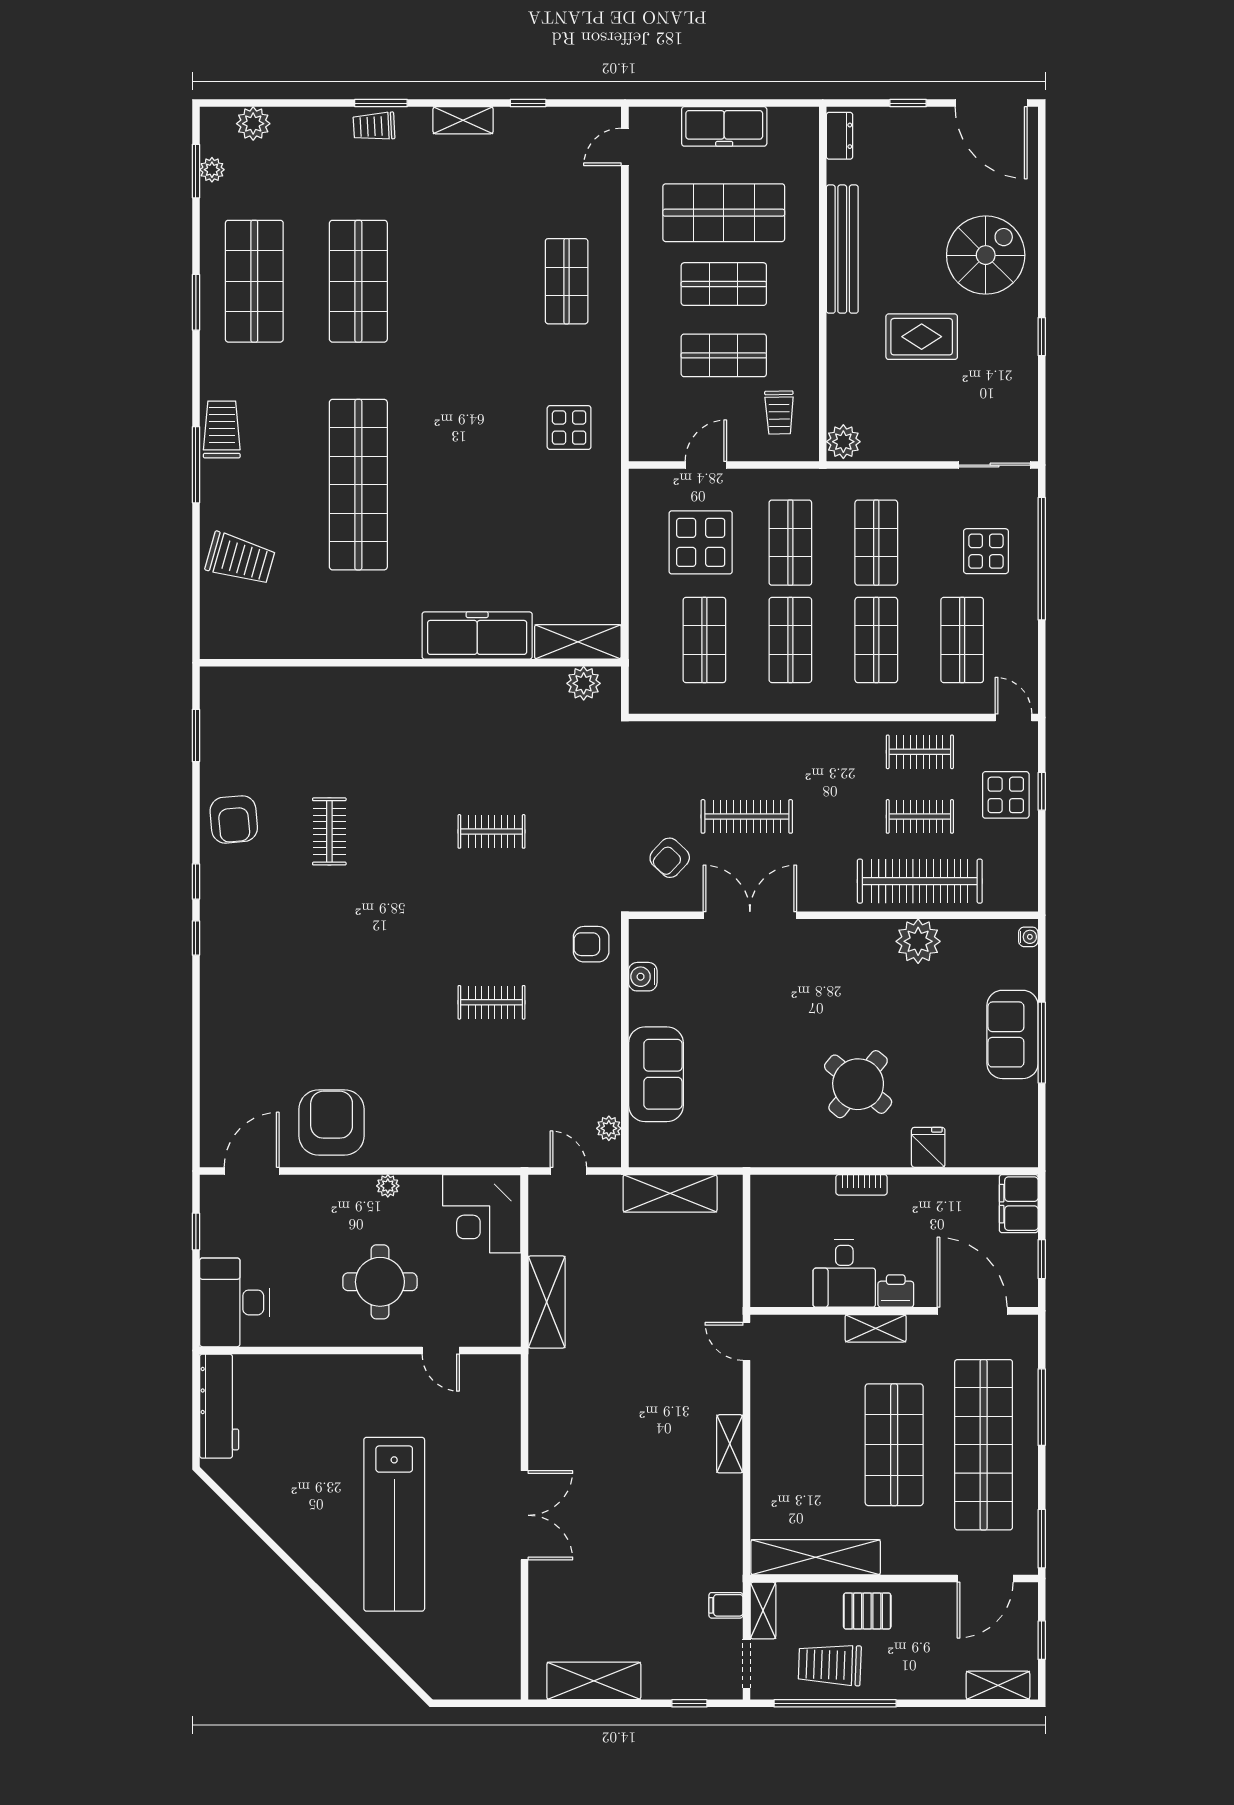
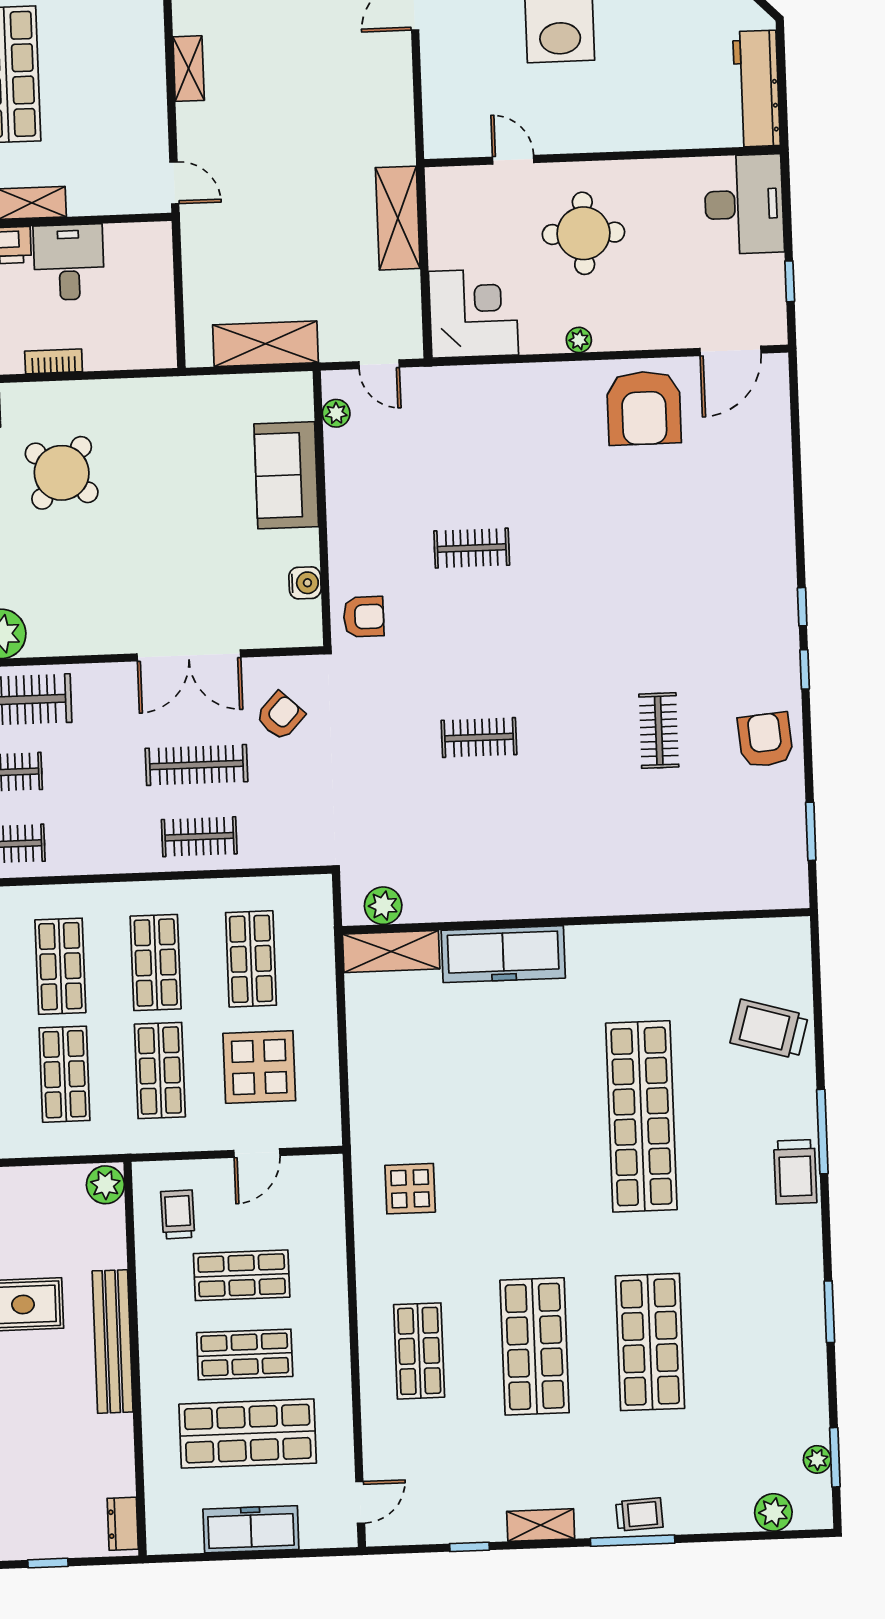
window: (381, 103) -> (633, 1541), width x1.44
bench: (842, 249) -> (113, 1341), moved
shop shelf: (254, 281) -> (535, 1346), moved
clothes rail: (747, 752) -> (199, 837), added

